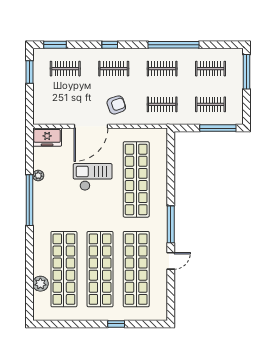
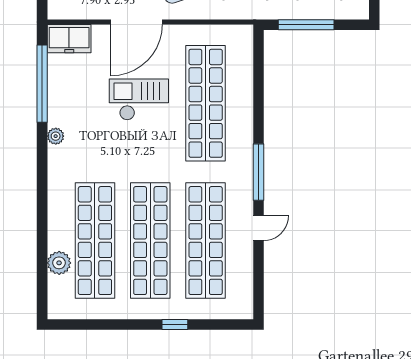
window: (218, 128) -> (306, 25), moved
plant: (38, 176) -> (56, 136), moved
window: (29, 200) -> (42, 84), moved

